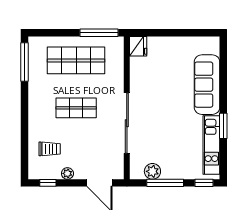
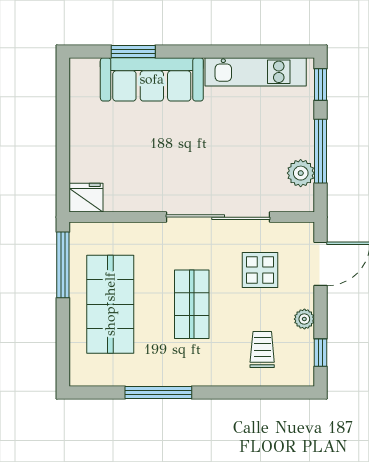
window: (25, 62) -> (158, 393), moved
window: (223, 126) -> (133, 51), moved
display table: (96, 148) -> (260, 270), added

